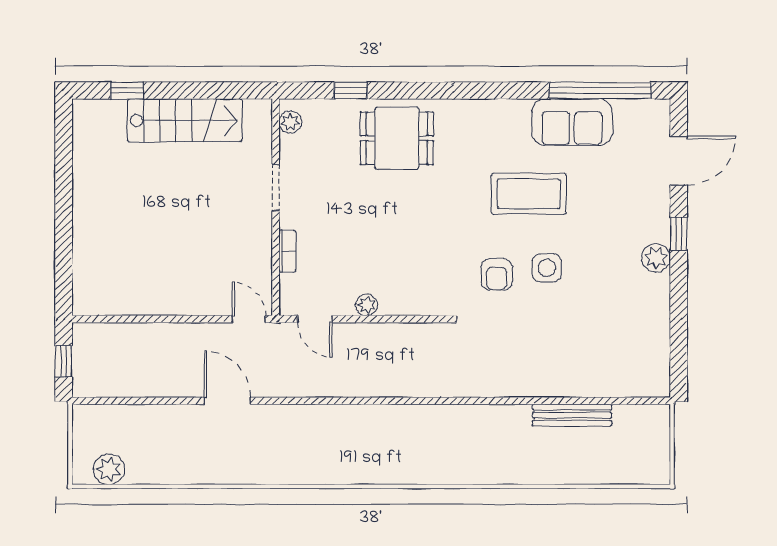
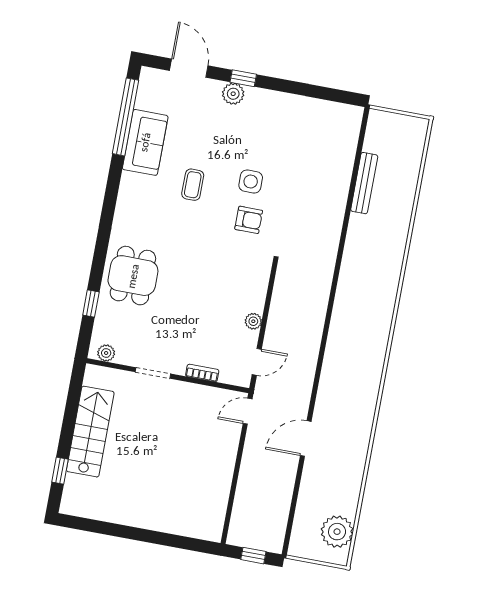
coffee table: (529, 194) -> (193, 185), width x0.54, depth x0.58
plant: (656, 258) -> (233, 94), moved
plant: (109, 469) -> (337, 532), width x1.36, depth x1.36

